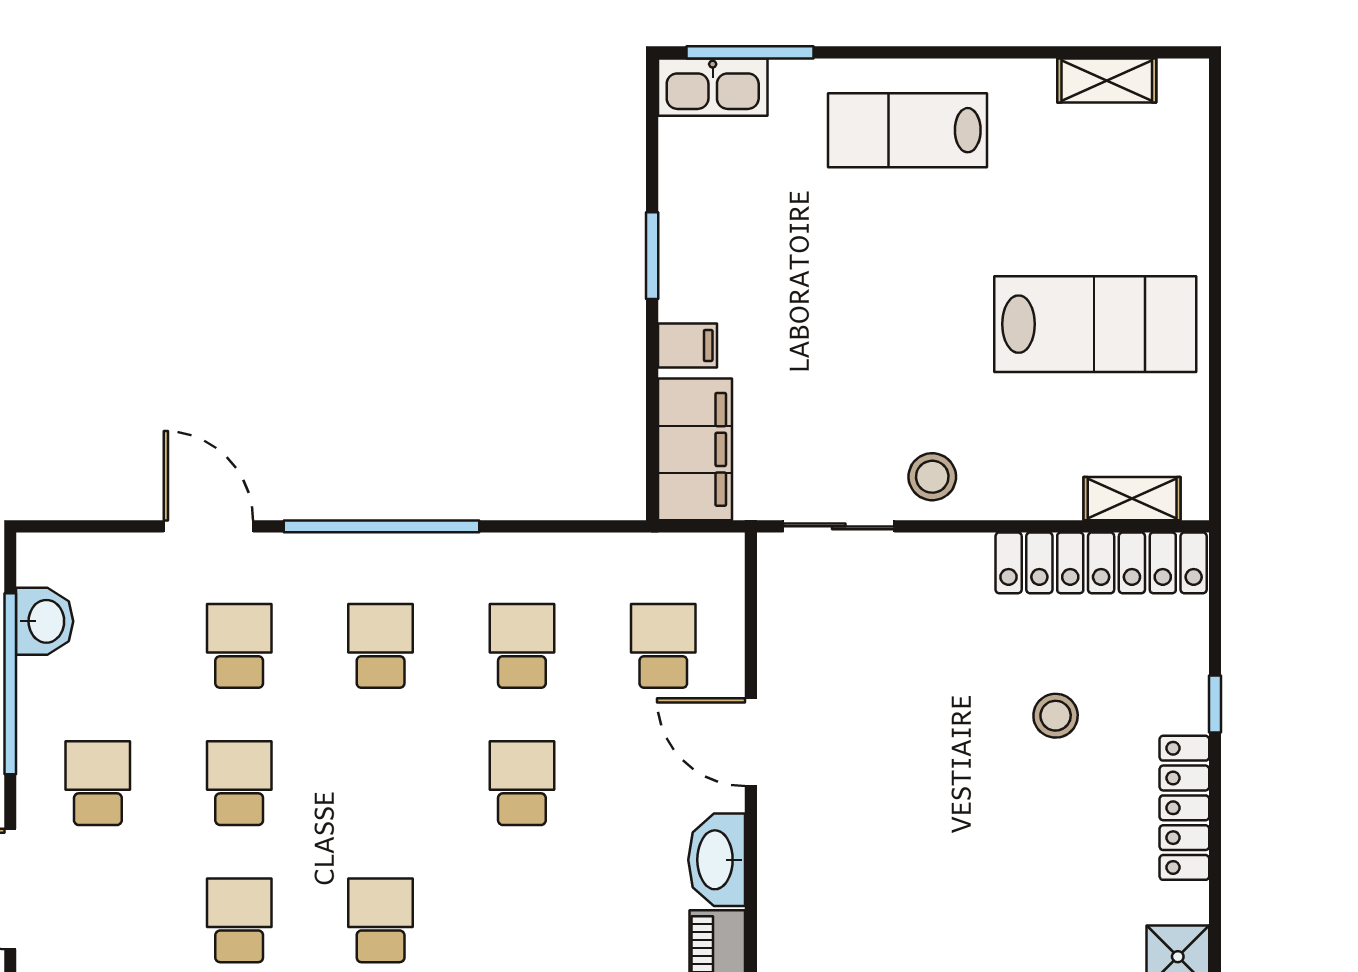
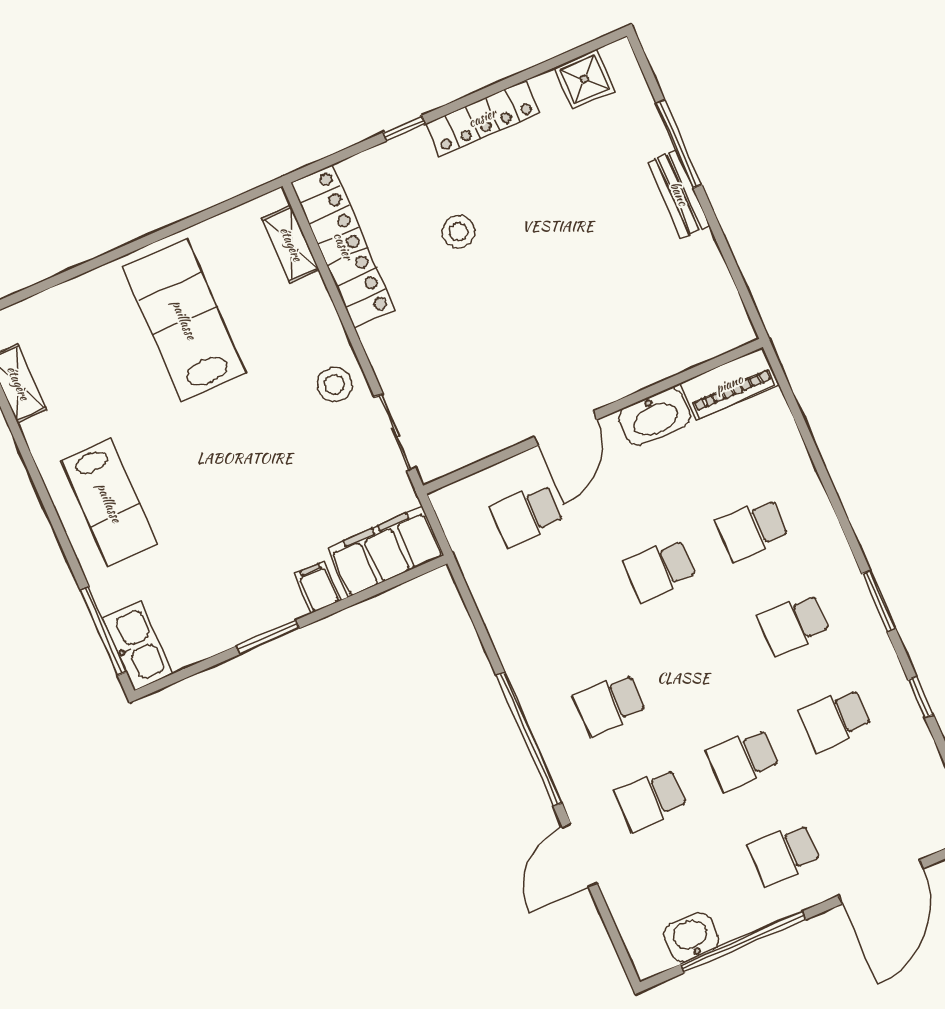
school desk: (522, 646) -> (752, 530), moved

